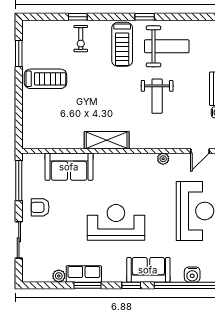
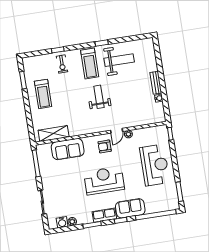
treadmill: (45, 79) -> (43, 94), turned 90
weight bench: (157, 96) -> (99, 97), moved, turned 180
shelving: (107, 140) -> (54, 134), moved
door: (200, 151) -> (117, 131), moved
armchair: (40, 207) -> (105, 146), moved
row of seats: (84, 274) -> (104, 215), moved
water cooler: (192, 275) -> (62, 222), moved

